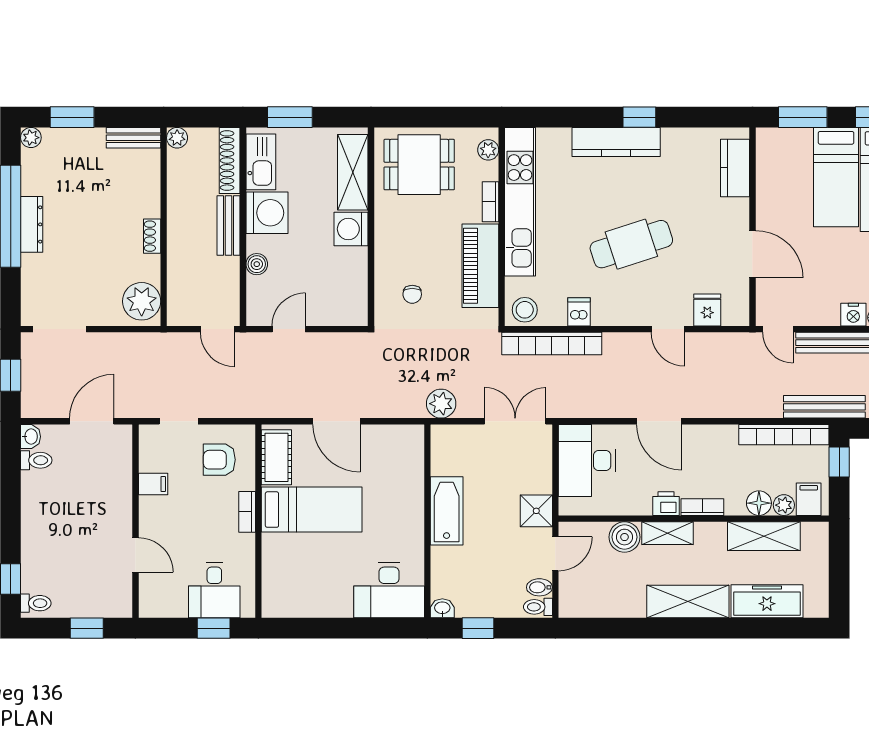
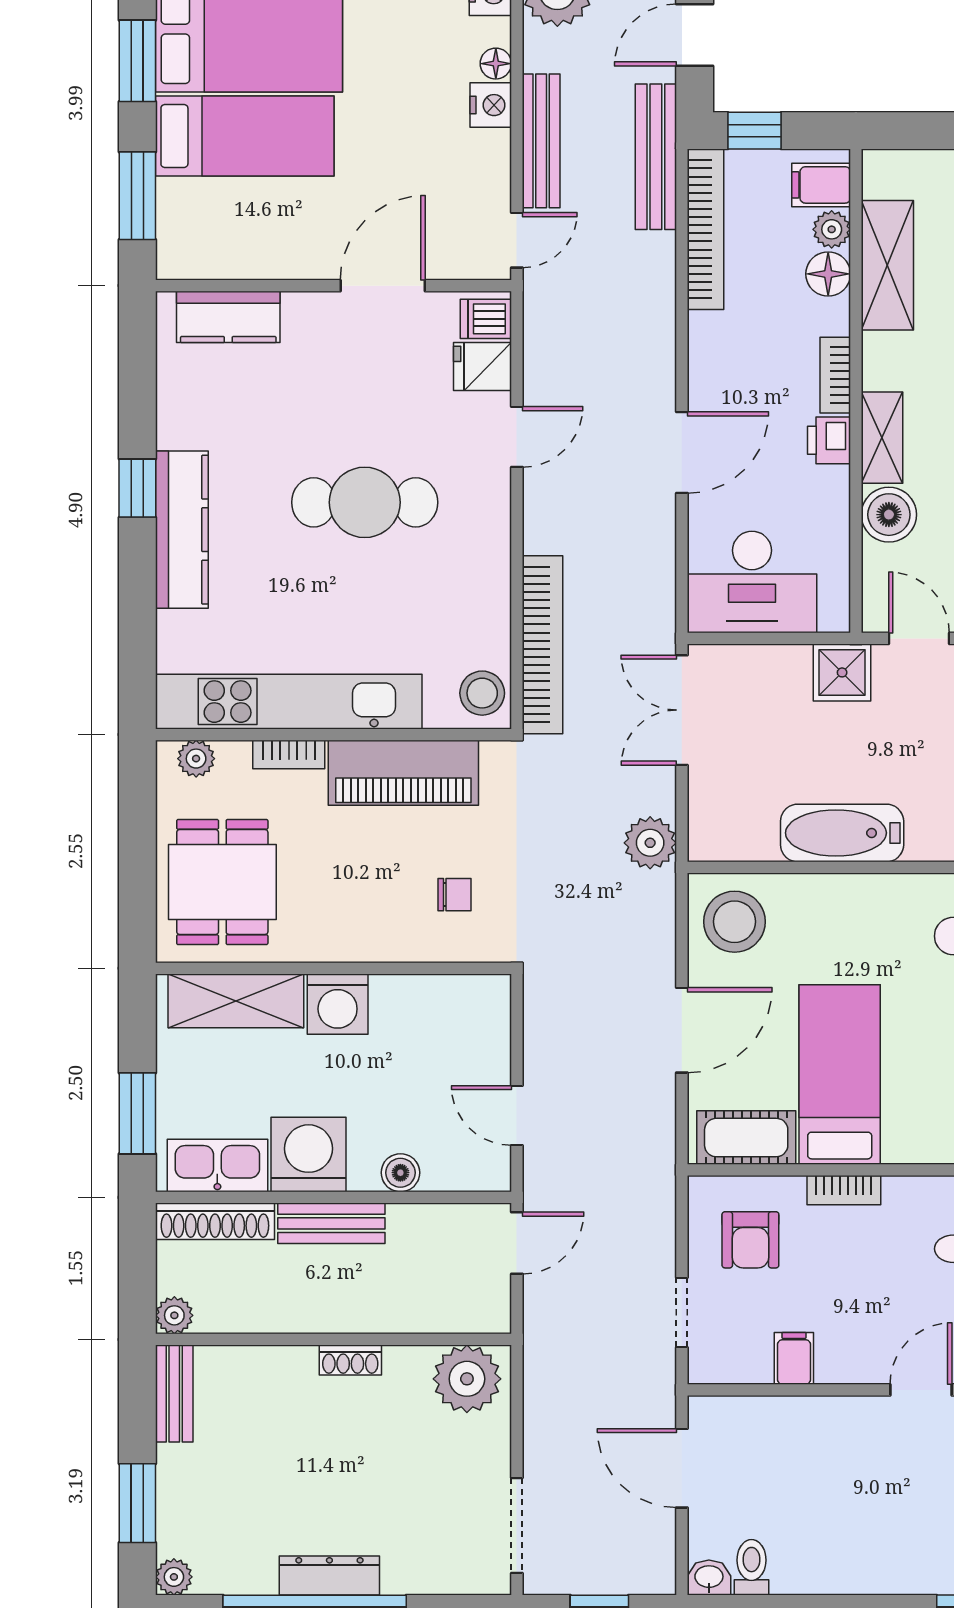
cafe table: (631, 244) -> (365, 502), turned -72
dishwasher: (579, 312) -> (486, 319), moved
stool: (397, 451) -> (735, 922), added

